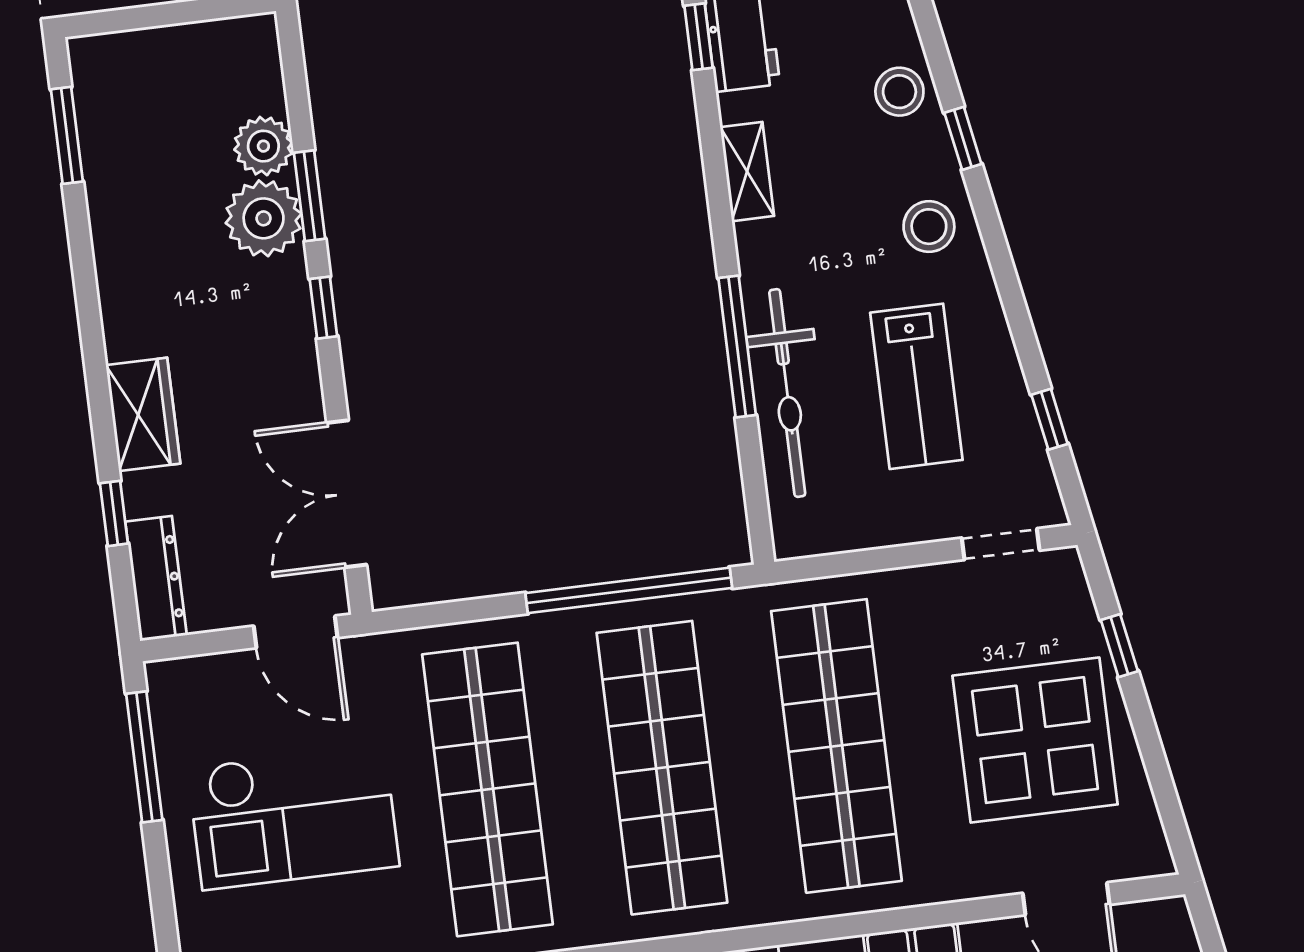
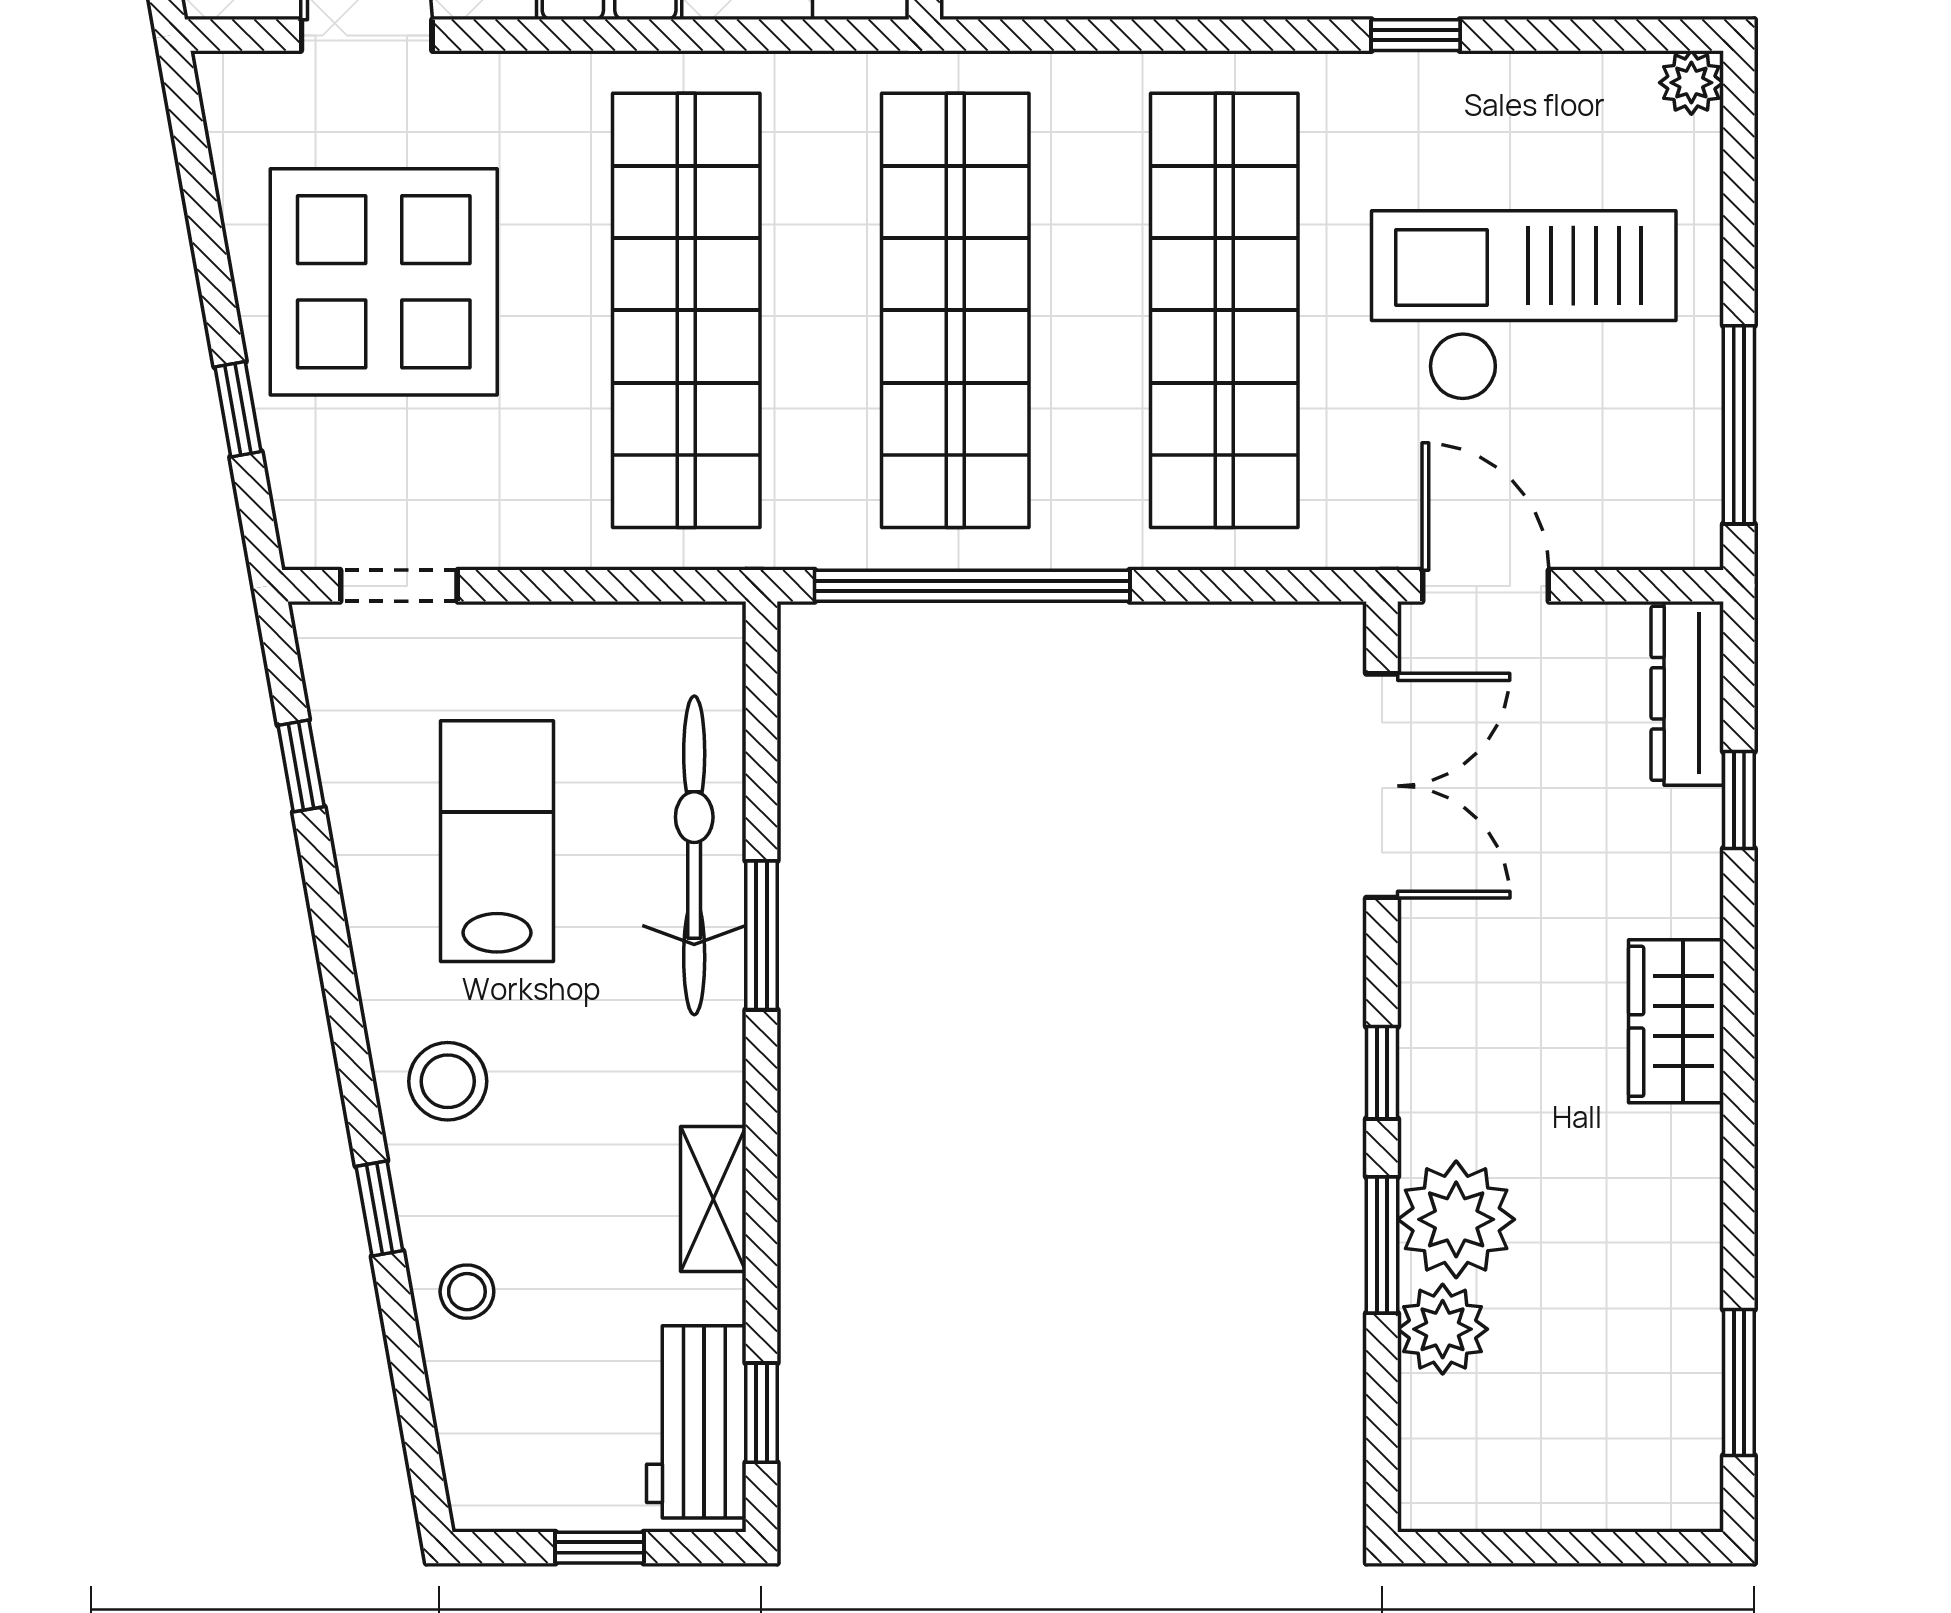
stool: (899, 92) -> (467, 1292), width x0.73, depth x0.73
window: (737, 347) -> (761, 935), width x0.69
wardrobe: (143, 414) -> (1676, 1021), moved

